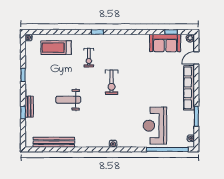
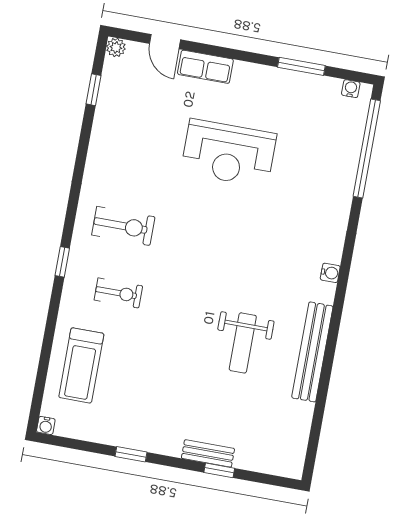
sofa: (165, 43) -> (117, 108), removed
exercise bike: (112, 82) -> (123, 226), moved
row of seats: (189, 88) -> (205, 67), width x0.50
weight bench: (68, 100) -> (243, 343), moved
reception desk: (155, 126) -> (229, 153), moved
bench: (54, 142) -> (312, 352), moved

